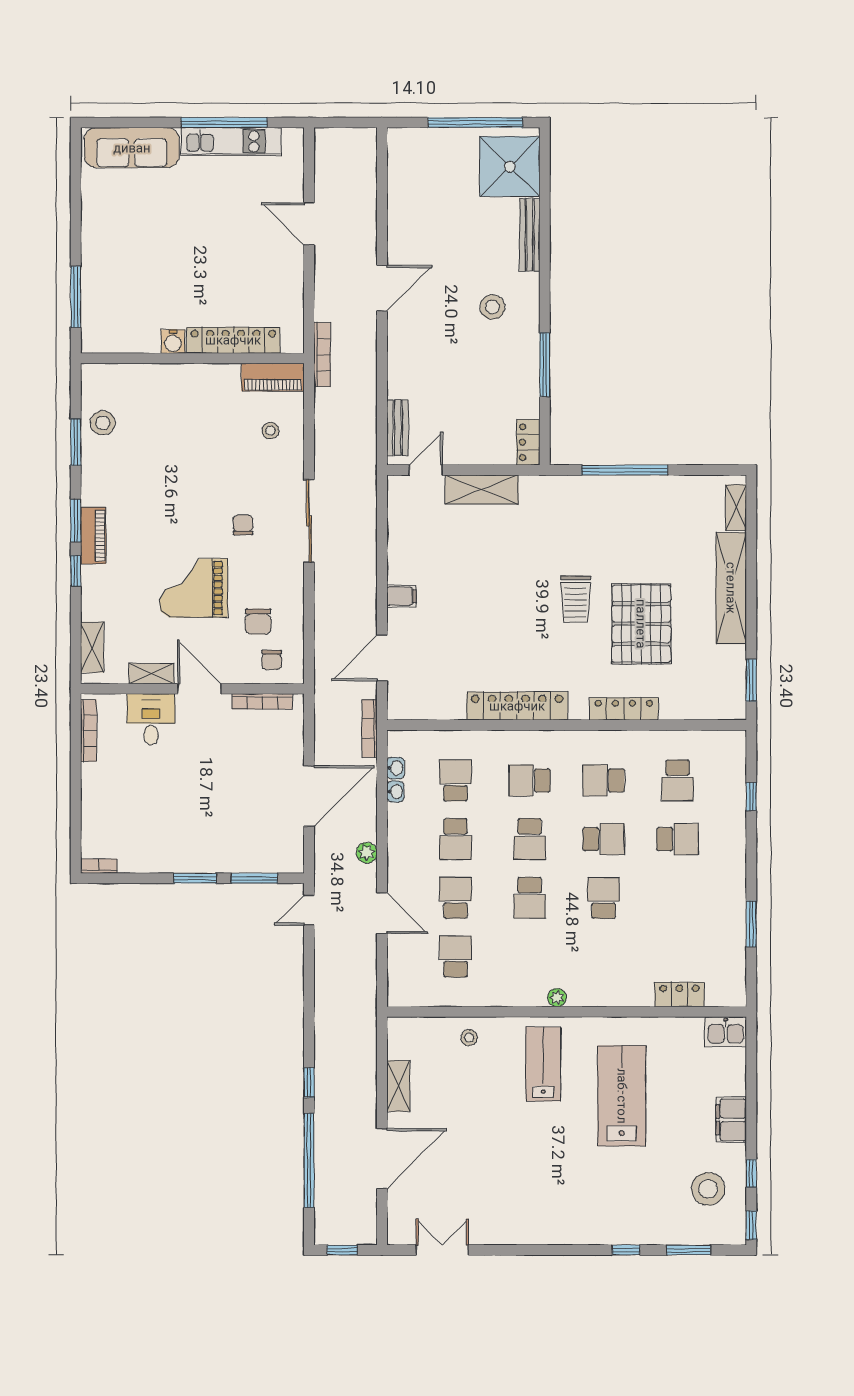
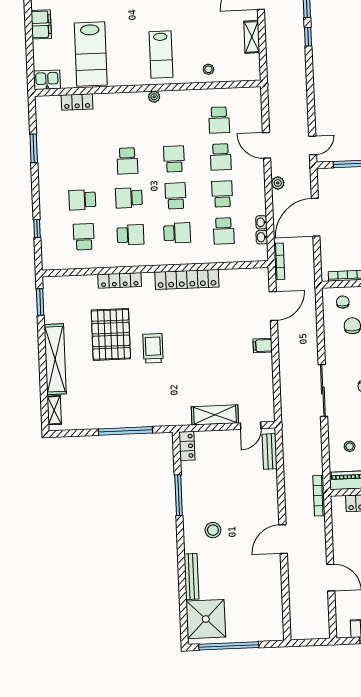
lab bench: (622, 1096) -> (91, 54), moved

